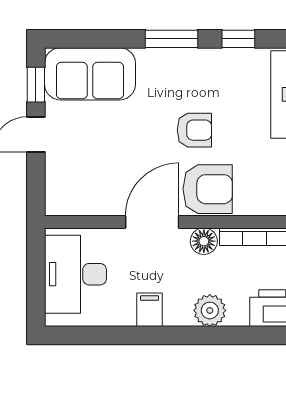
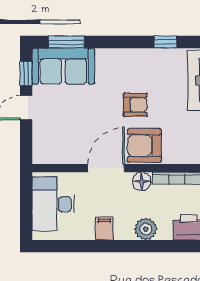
window: (172, 39) -> (66, 42), moved
armchair: (208, 189) -> (144, 146), turned 180

